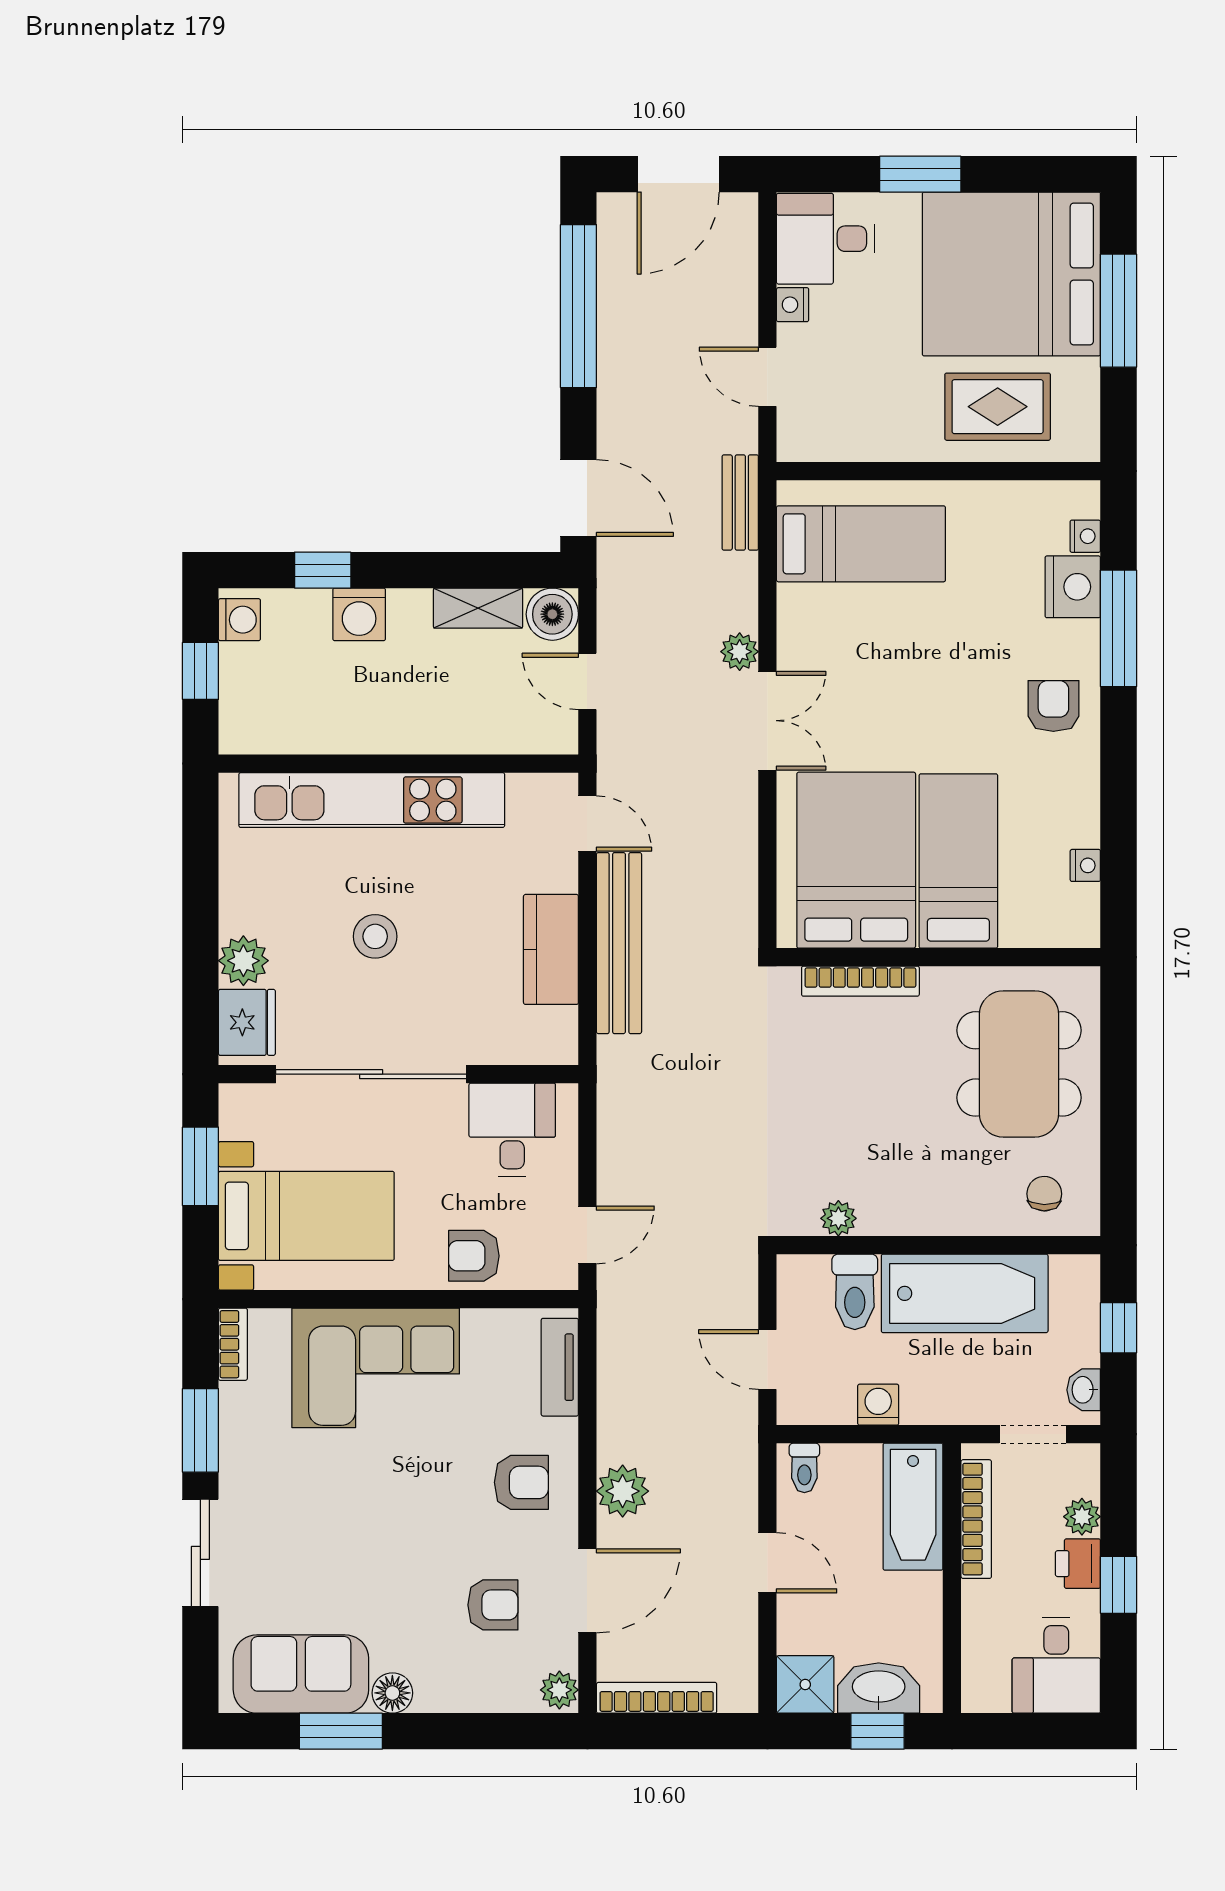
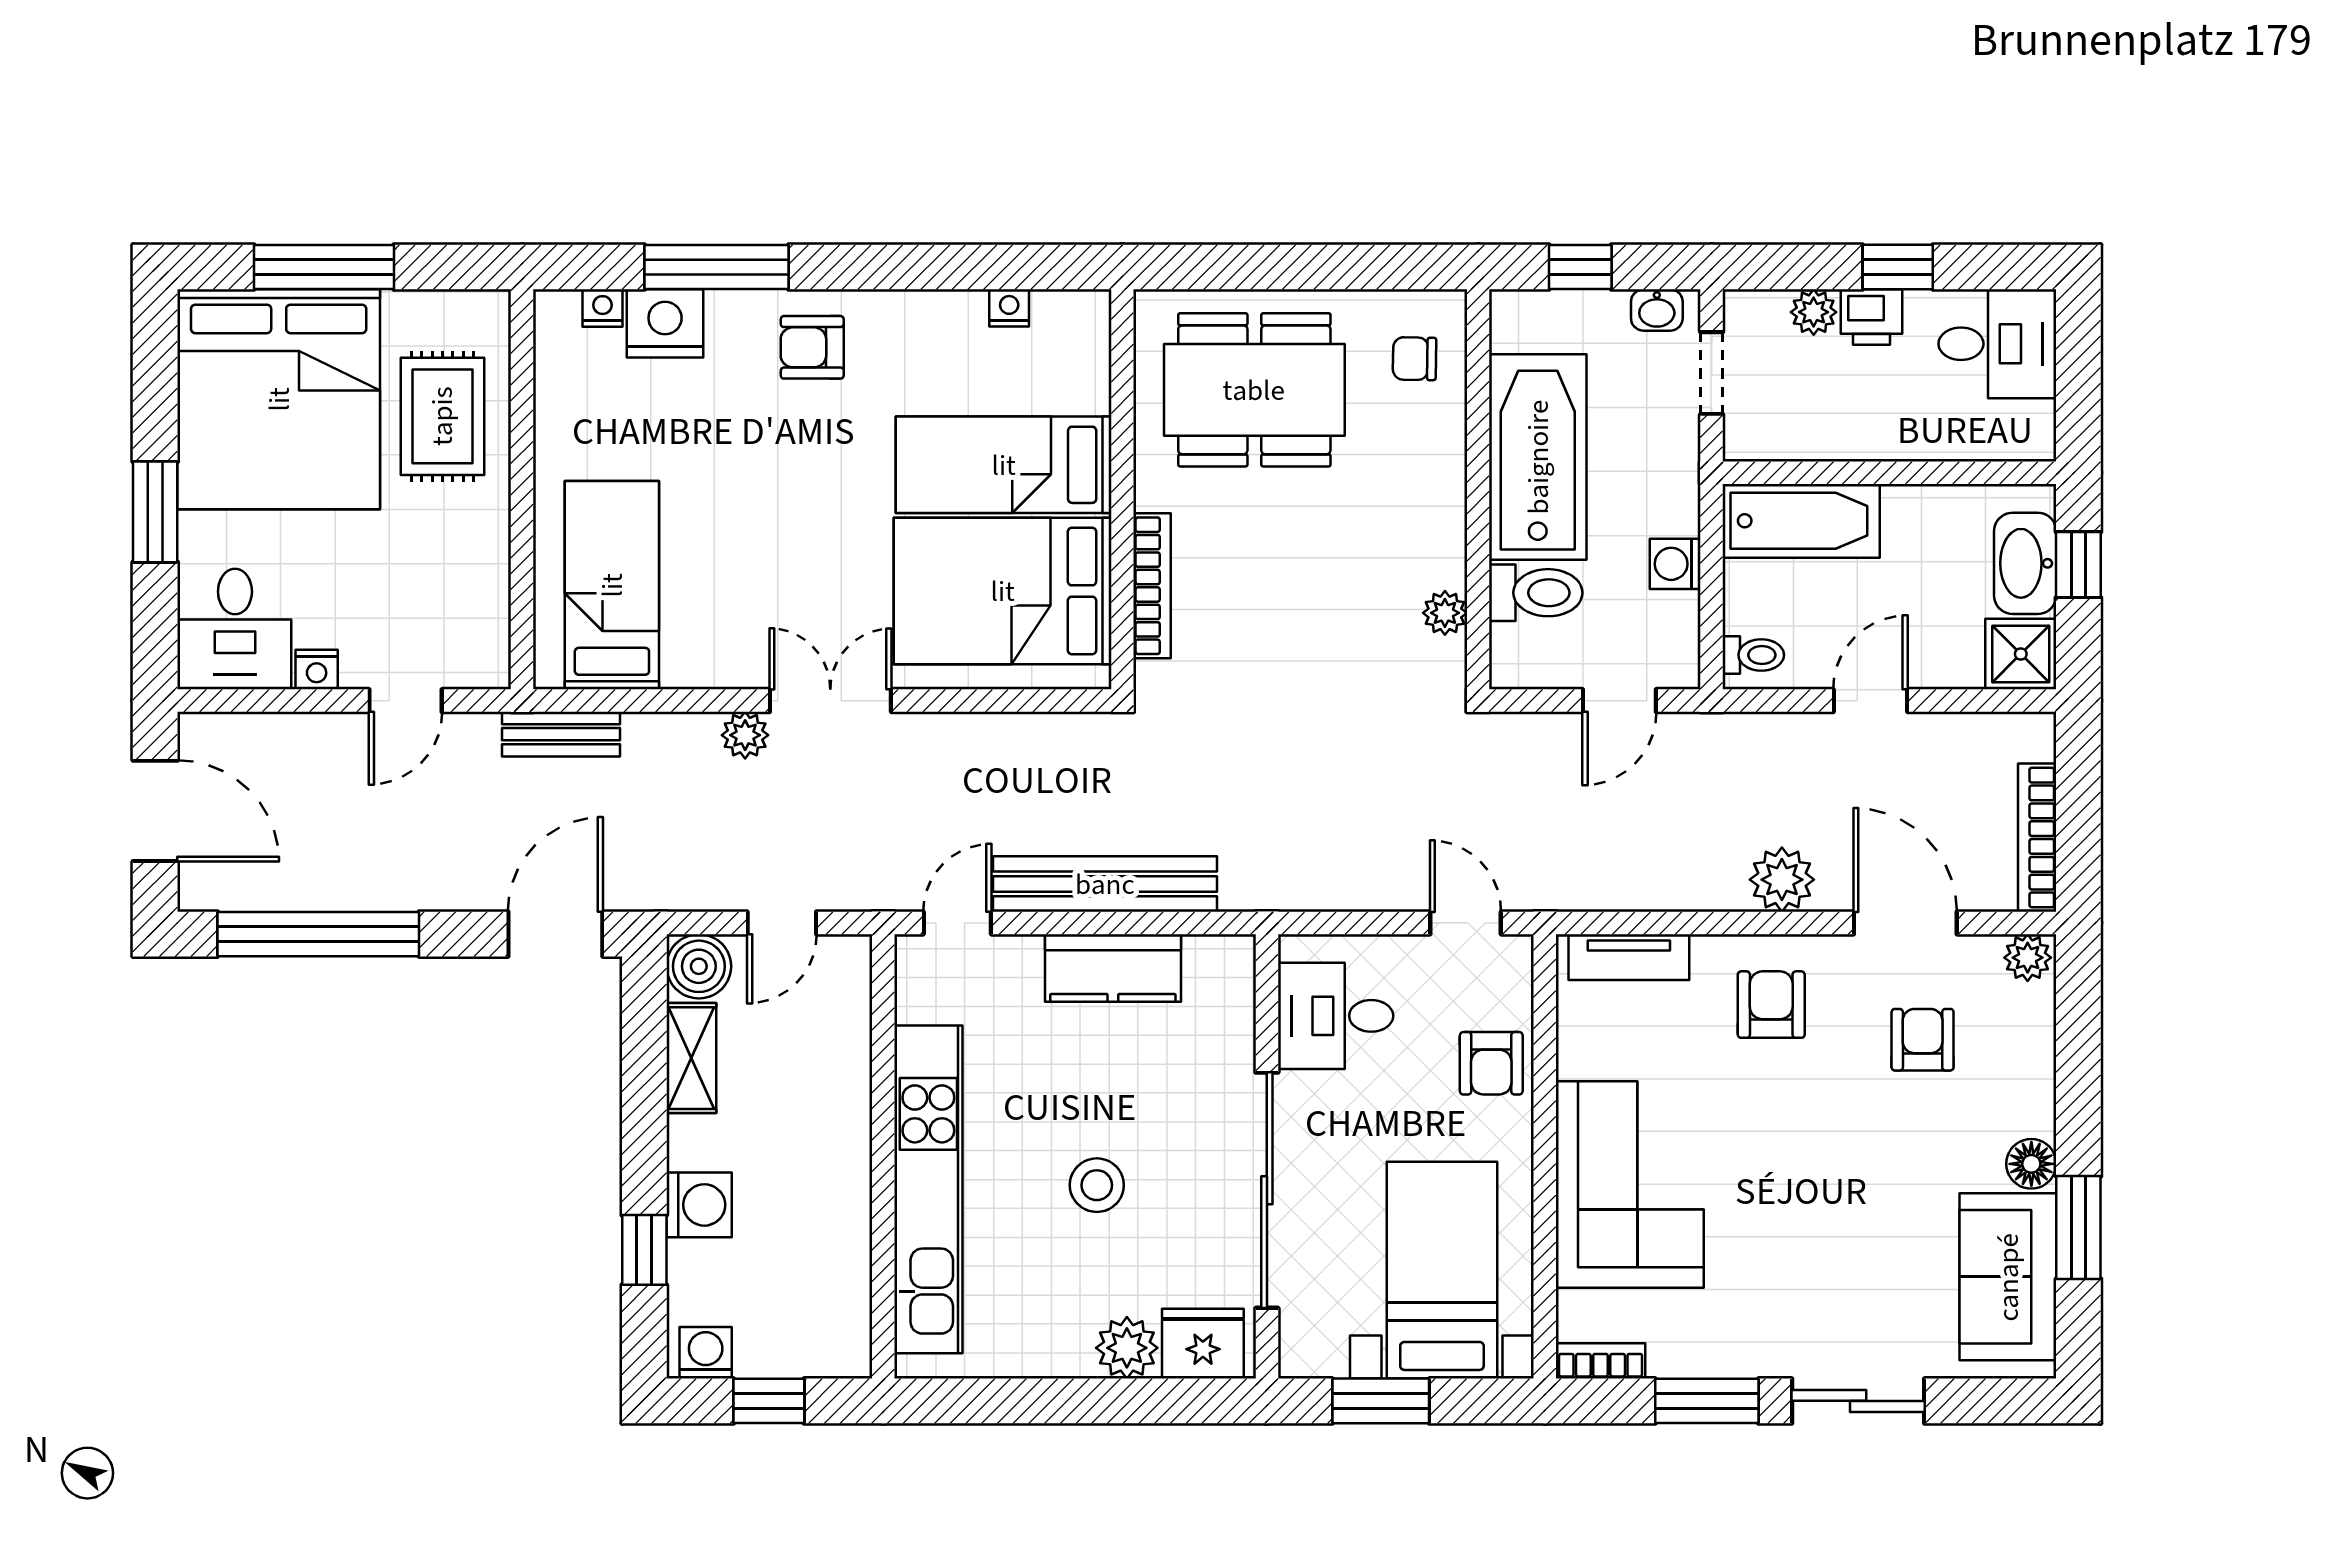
bookcase: (976, 1519) -> (1816, 443), removed

